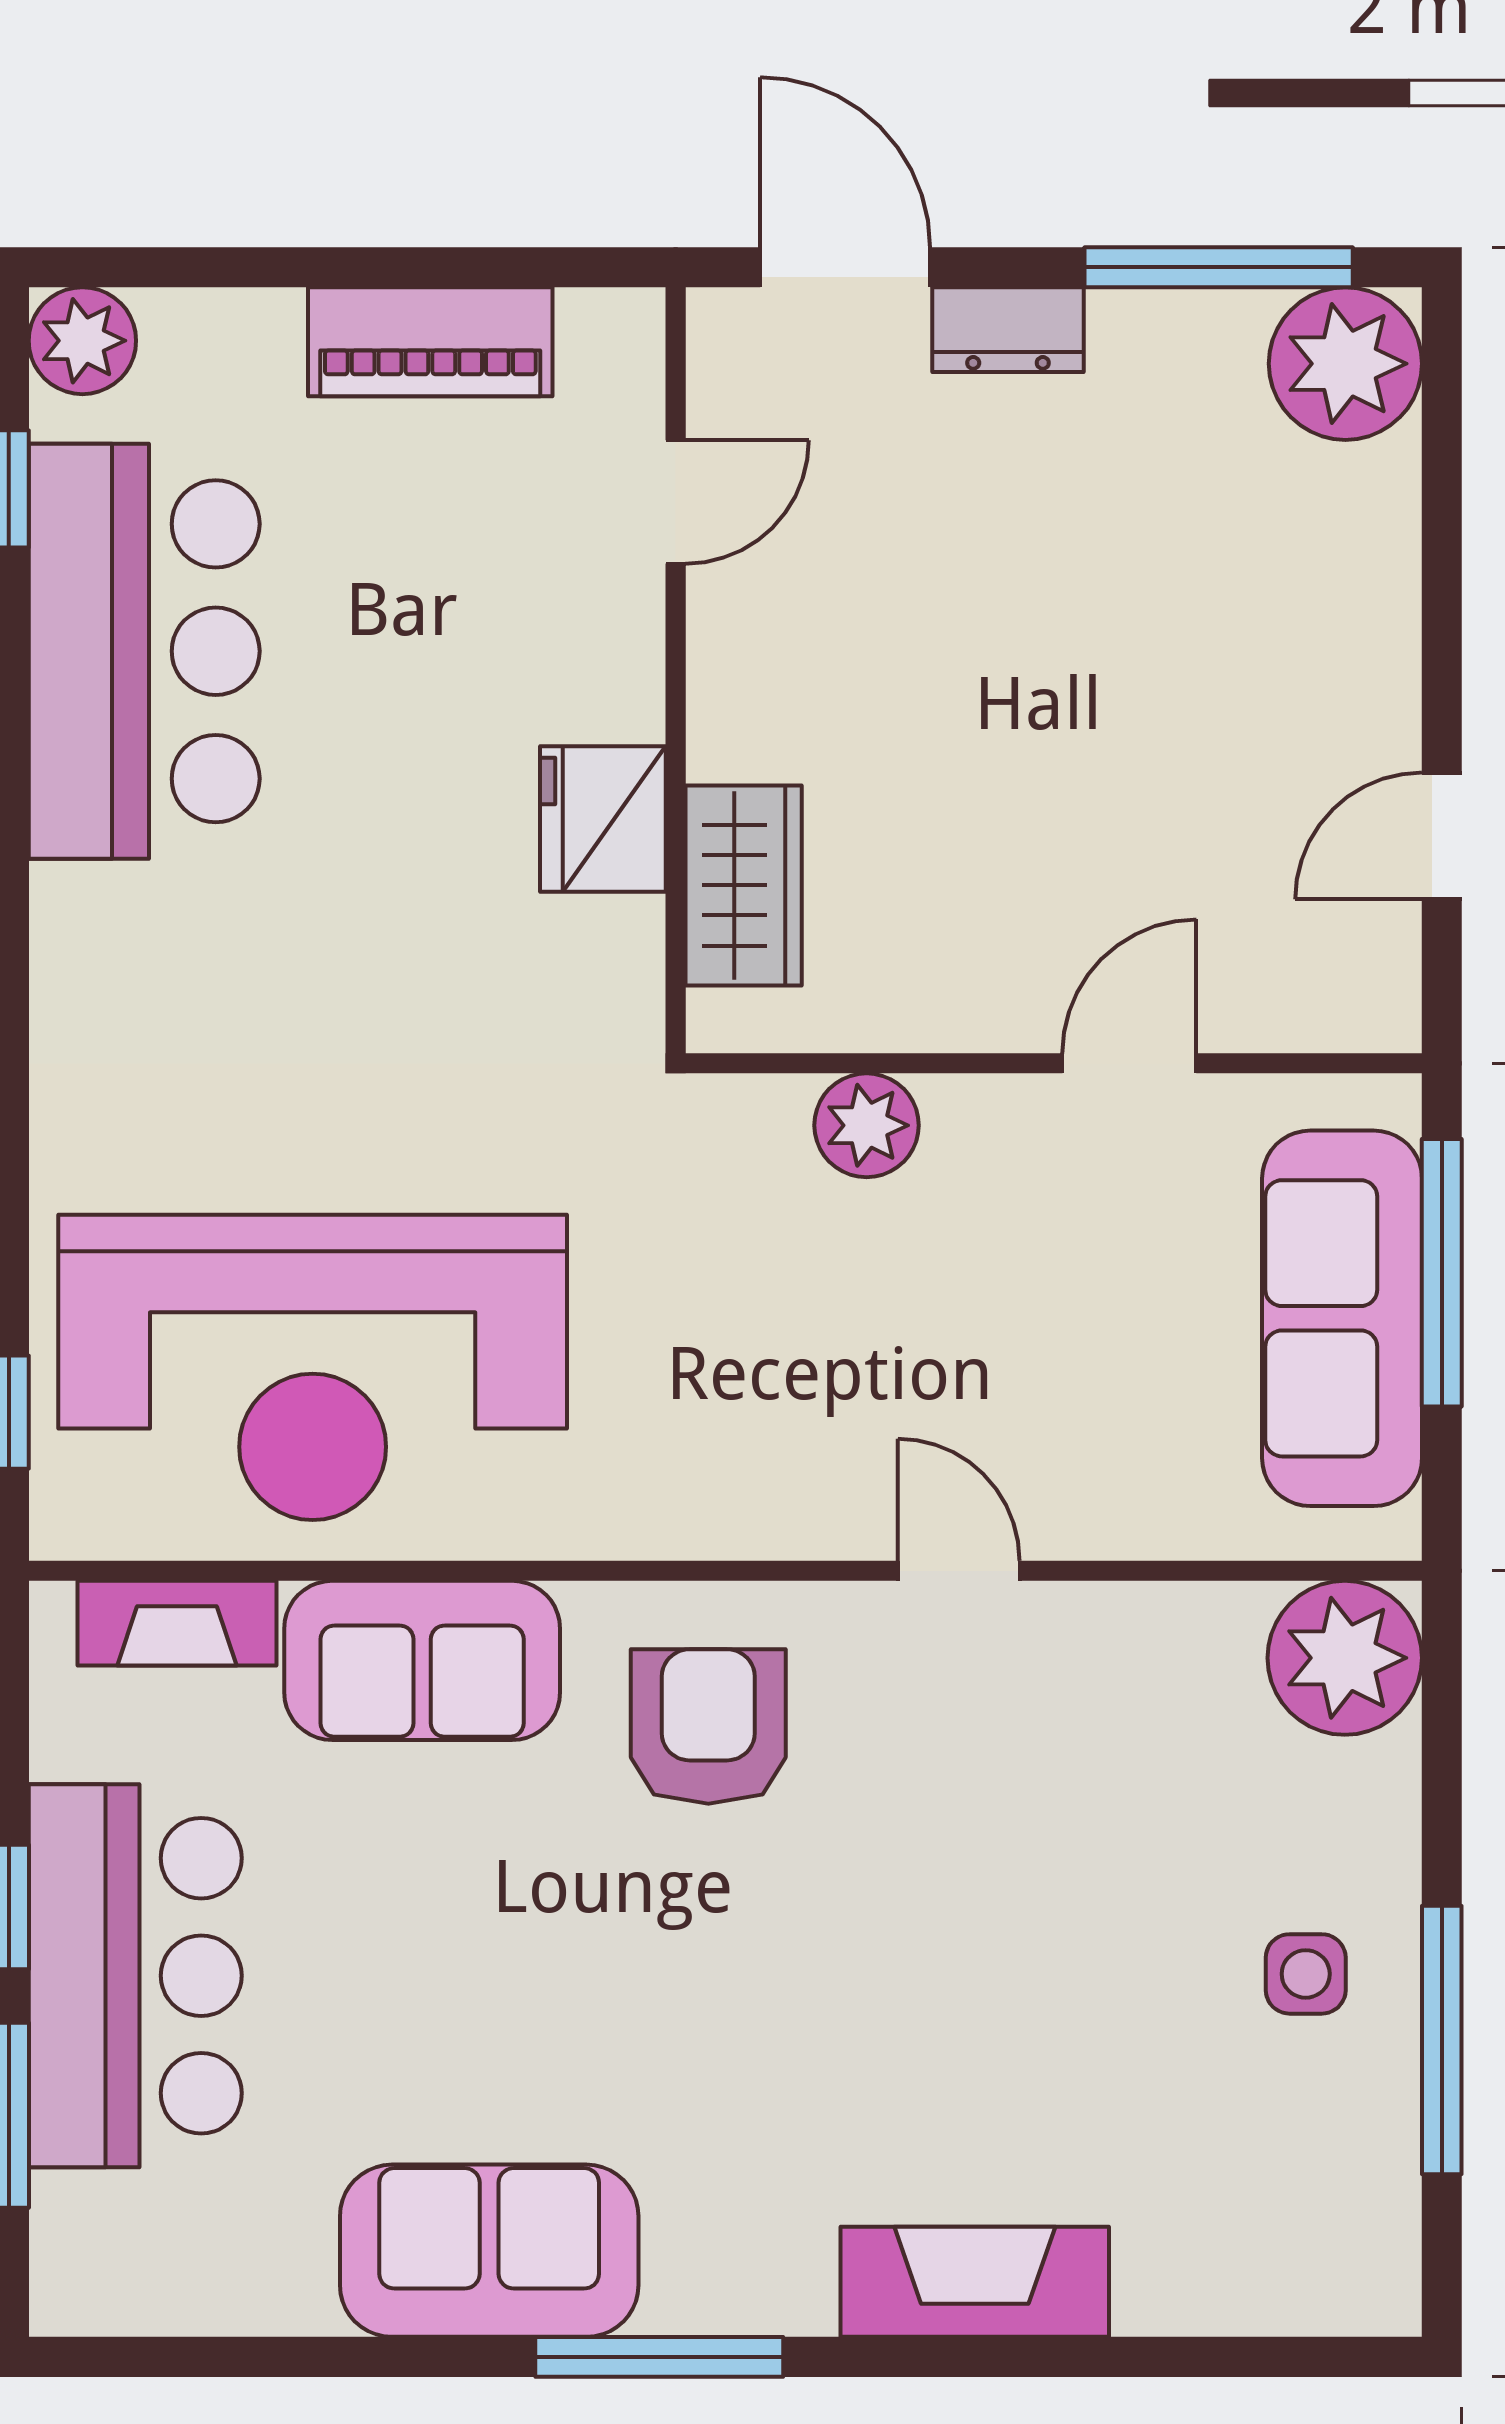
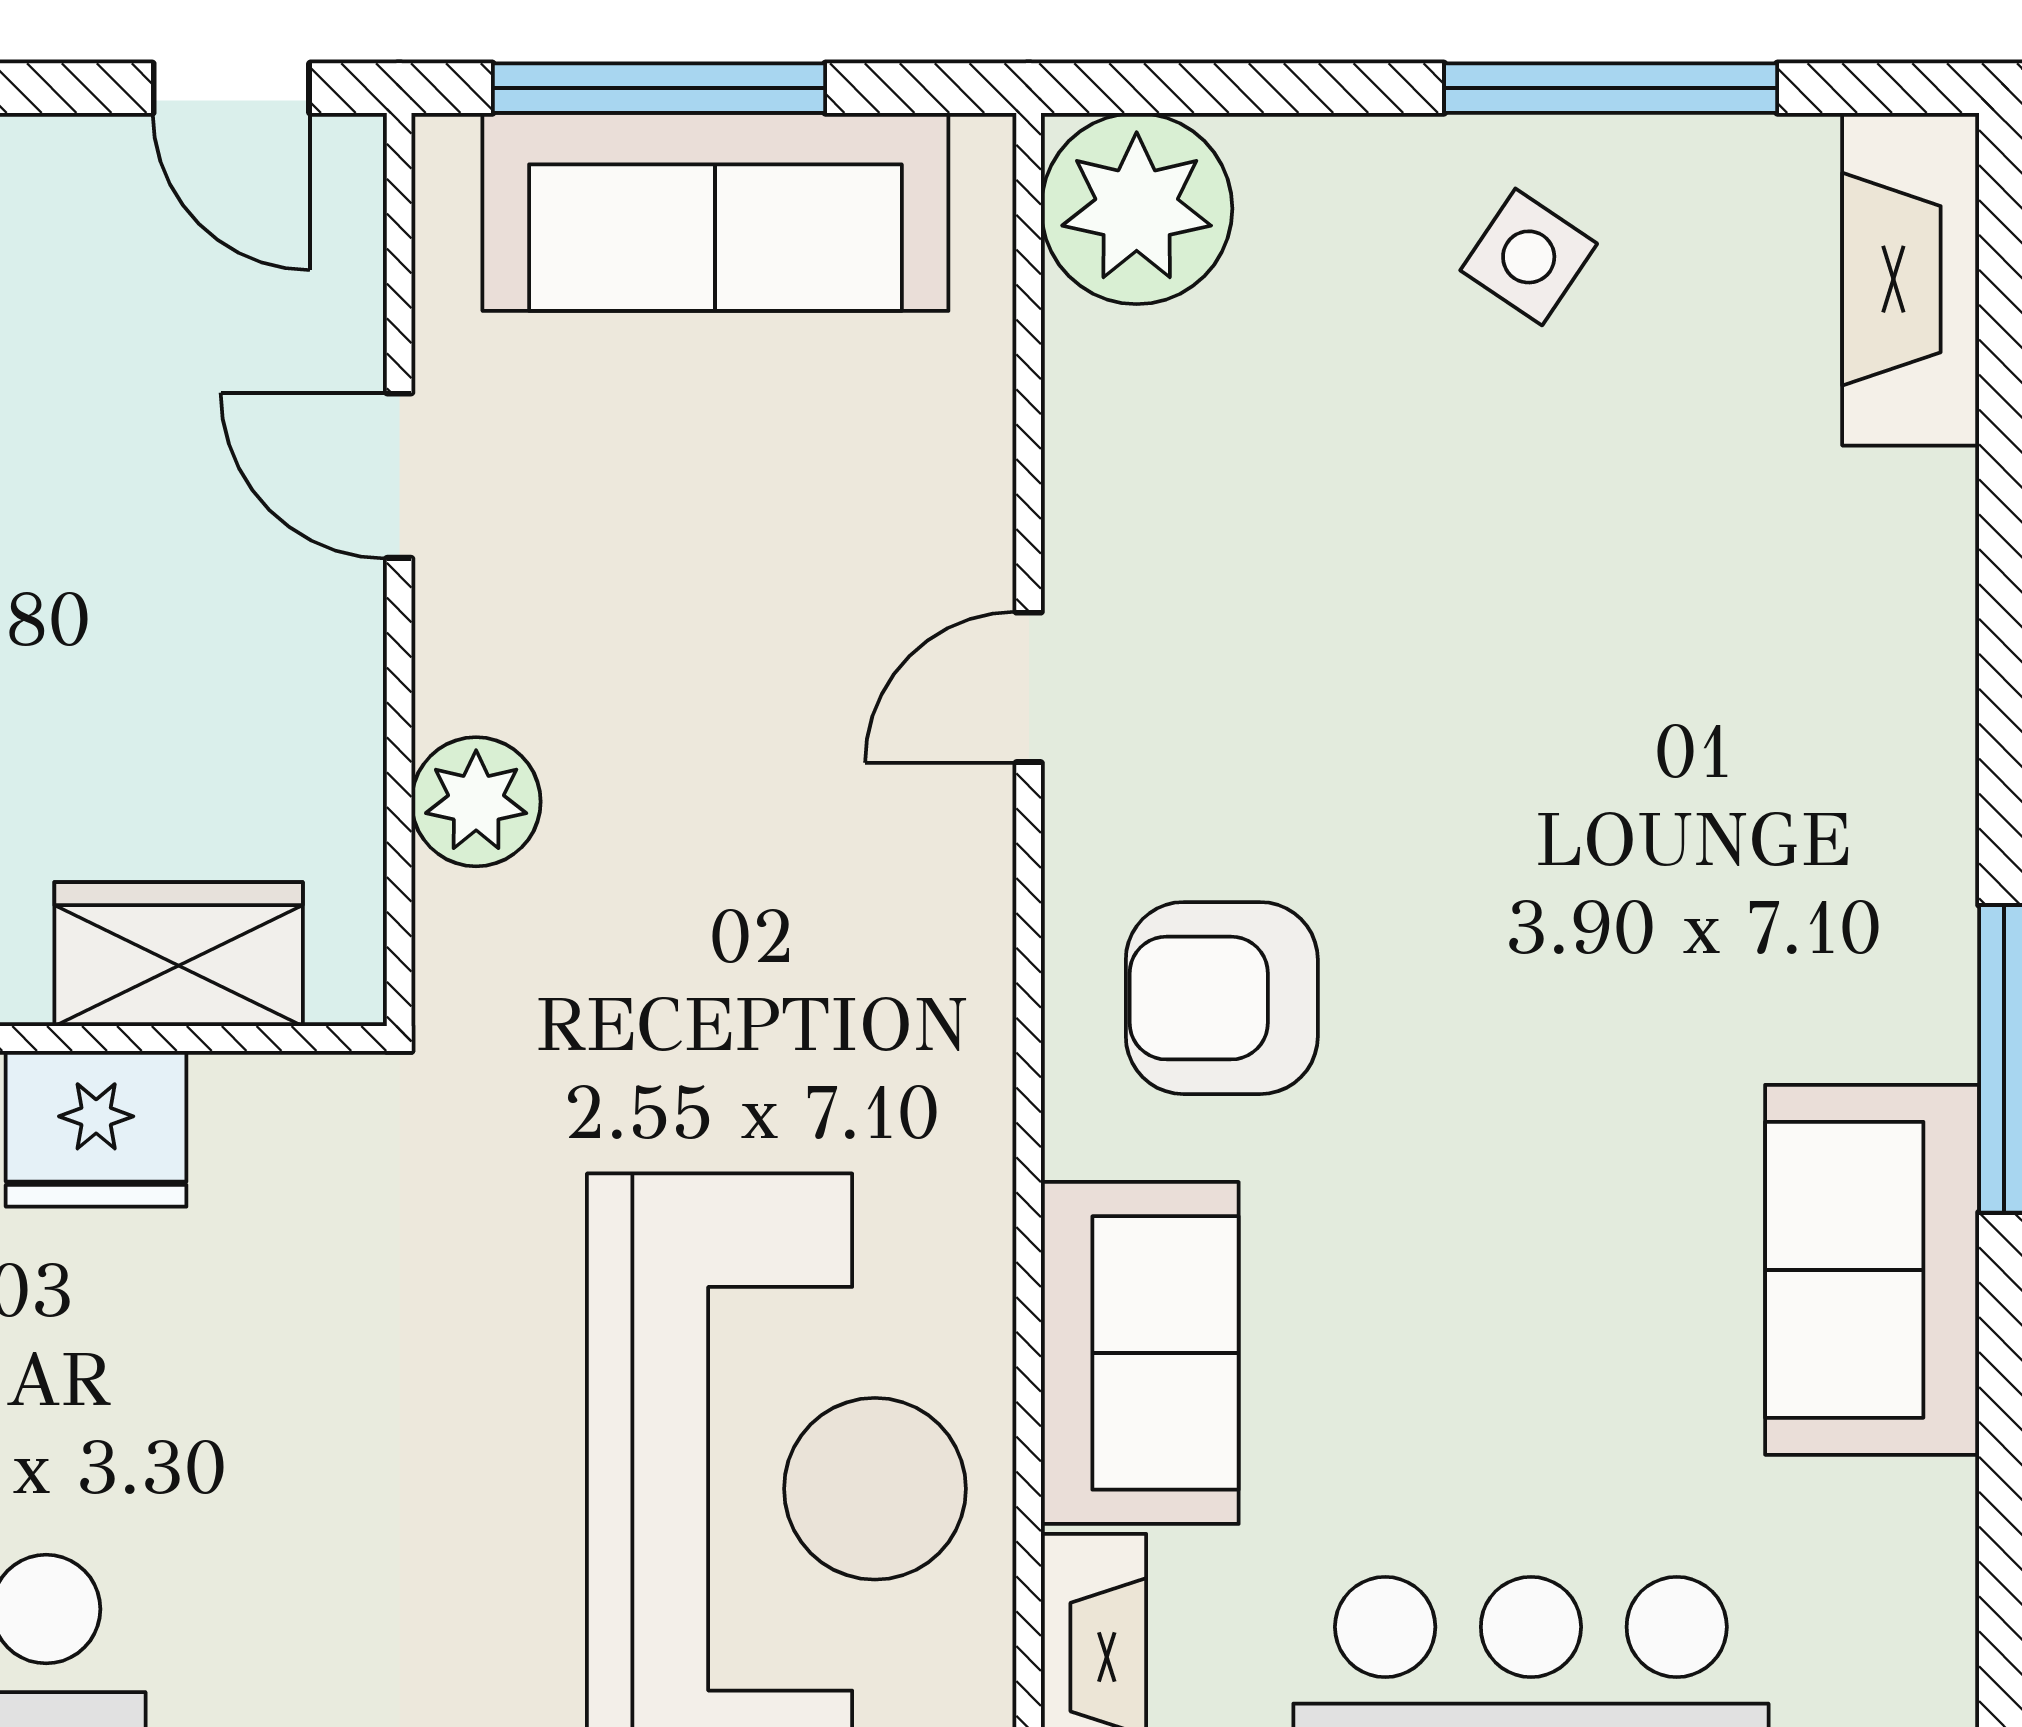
door: (1442, 836) -> (231, 88), moved
side table: (1306, 1974) -> (1529, 257), turned 34
fireplace: (975, 2282) -> (1911, 279), moved

